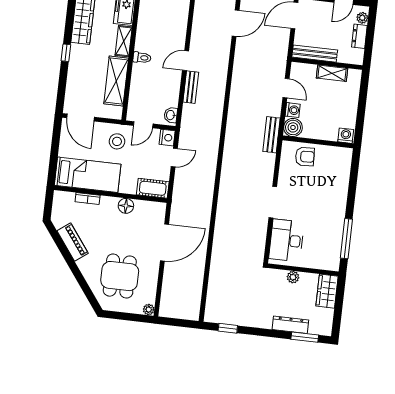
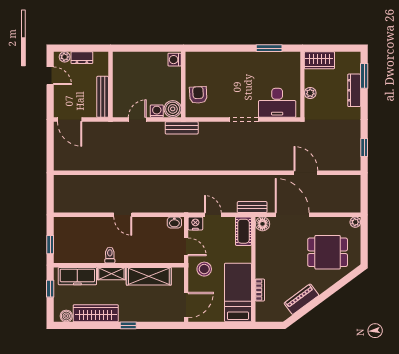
door: (236, 23) -> (306, 173), moved
toilet: (142, 58) -> (110, 255), moved
shelving: (332, 73) -> (119, 79), removed
bench: (191, 87) -> (252, 207), moved
floor lamp: (126, 206) -> (262, 224), moved
window: (346, 239) -> (269, 48), width x0.69

